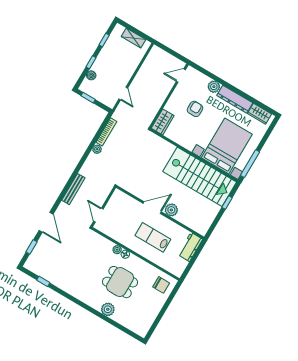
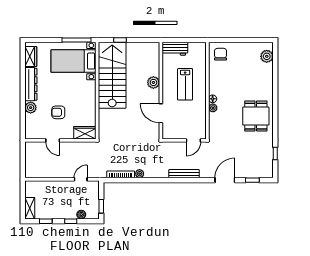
shelving: (134, 38) -> (30, 208), moved
door: (181, 76) -> (53, 140), moved
bed with nightstands: (227, 146) -> (73, 61), width x0.73
door: (152, 208) -> (161, 113), moved
dining table: (120, 282) -> (256, 116), moved
plant: (108, 309) -> (267, 56), moved

